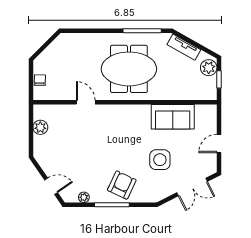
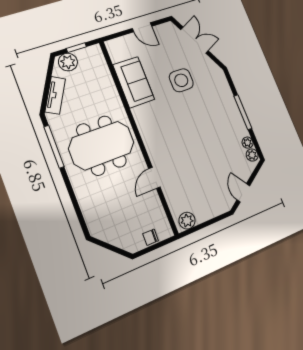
meeting table: (129, 69) -> (101, 145), turned 90
plant: (40, 127) -> (187, 221), moved
armchair: (122, 185) -> (221, 109), removed
door: (51, 186) -> (243, 193), moved
plant: (72, 197) -> (252, 155), added

